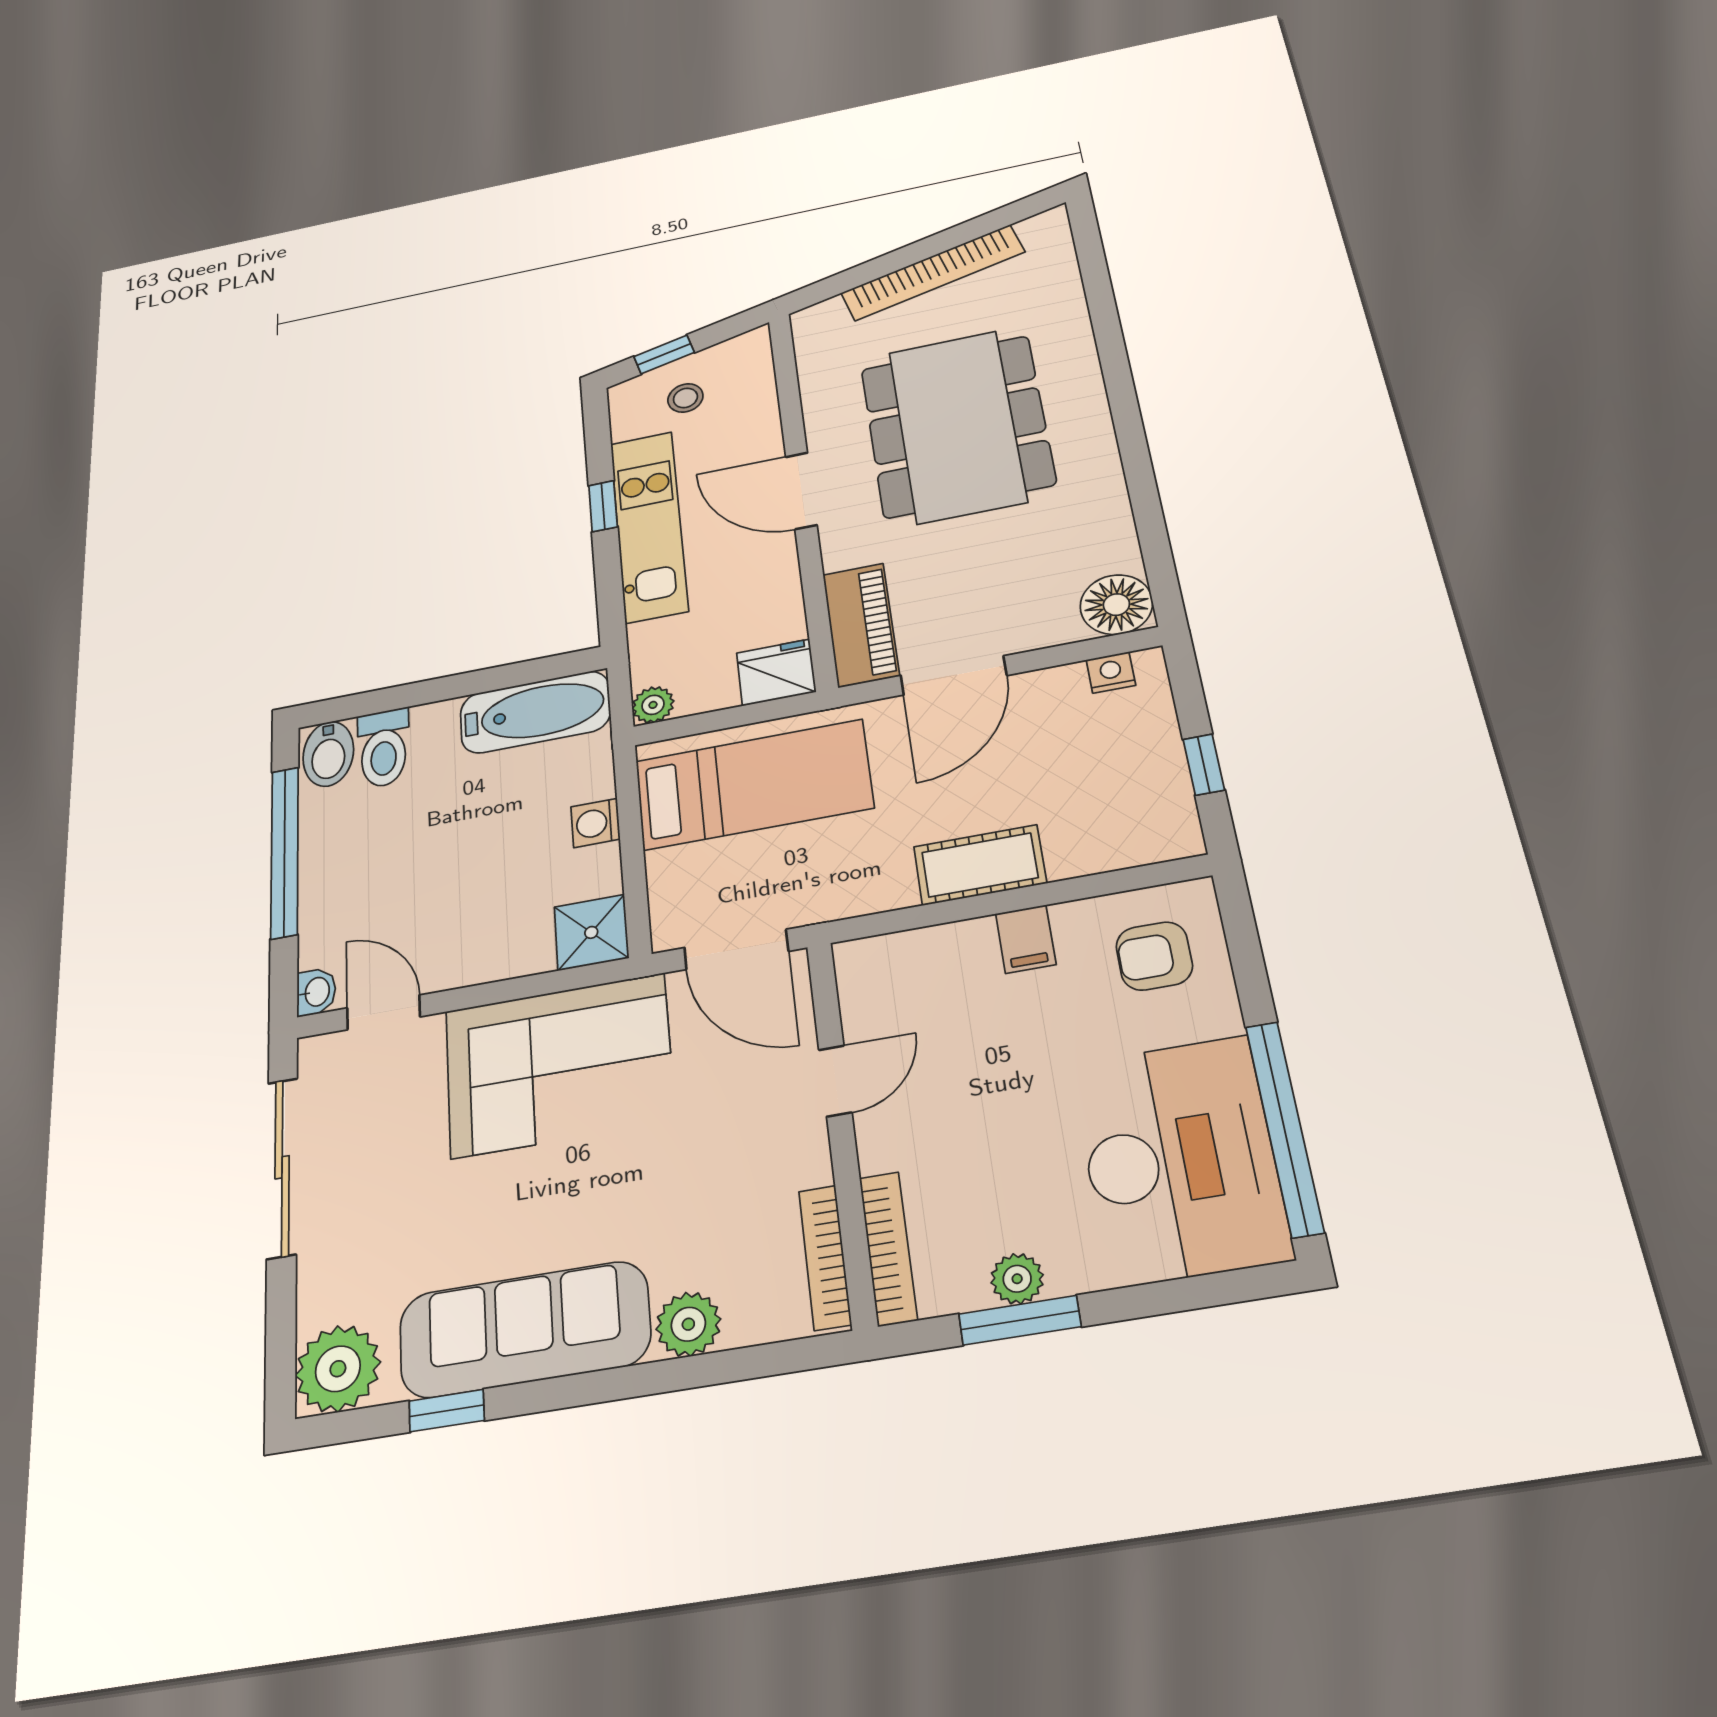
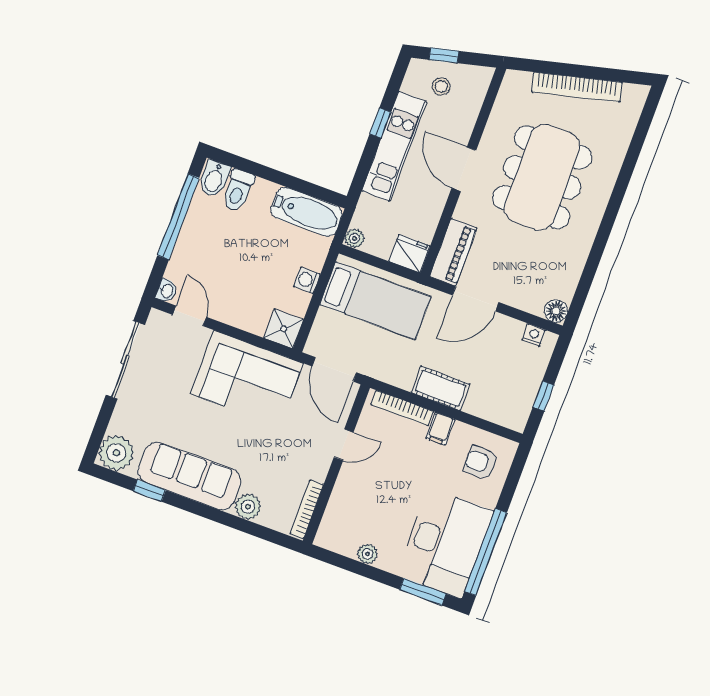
floor lamp: (1116, 605) -> (556, 311), width x0.73, depth x0.73
bookcase: (888, 1248) -> (402, 408), moved, turned 90
window: (1020, 1320) -> (423, 592), moved

